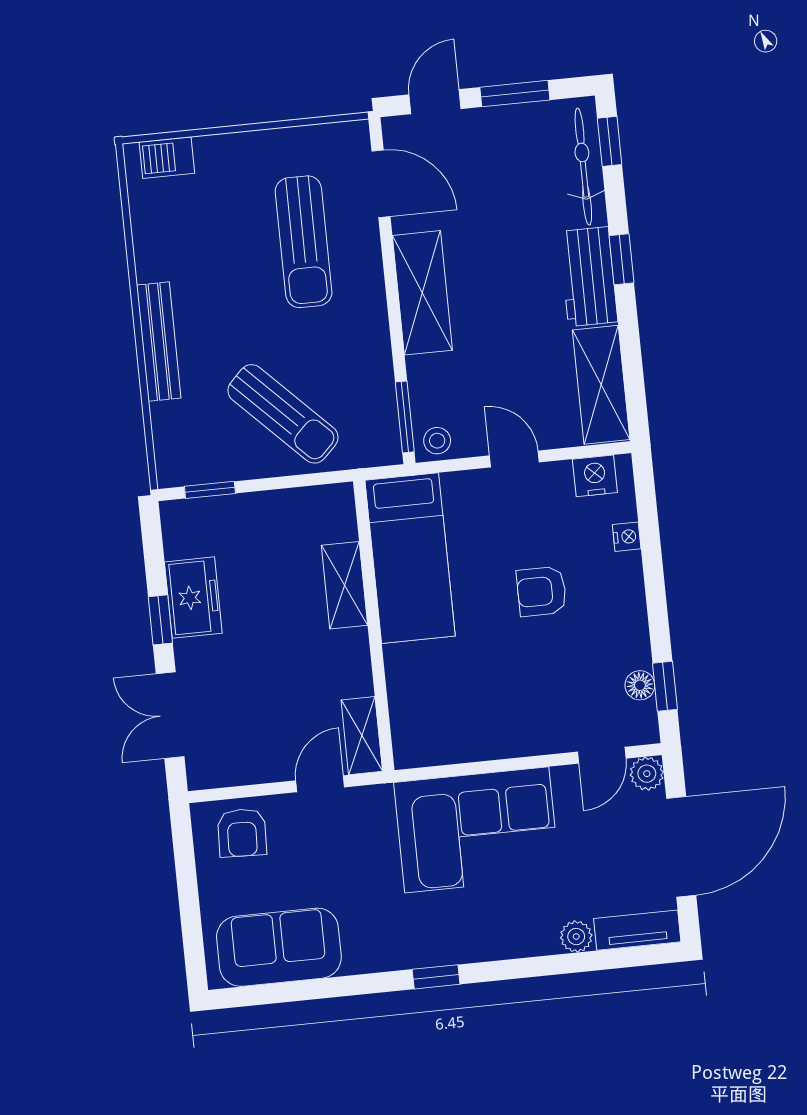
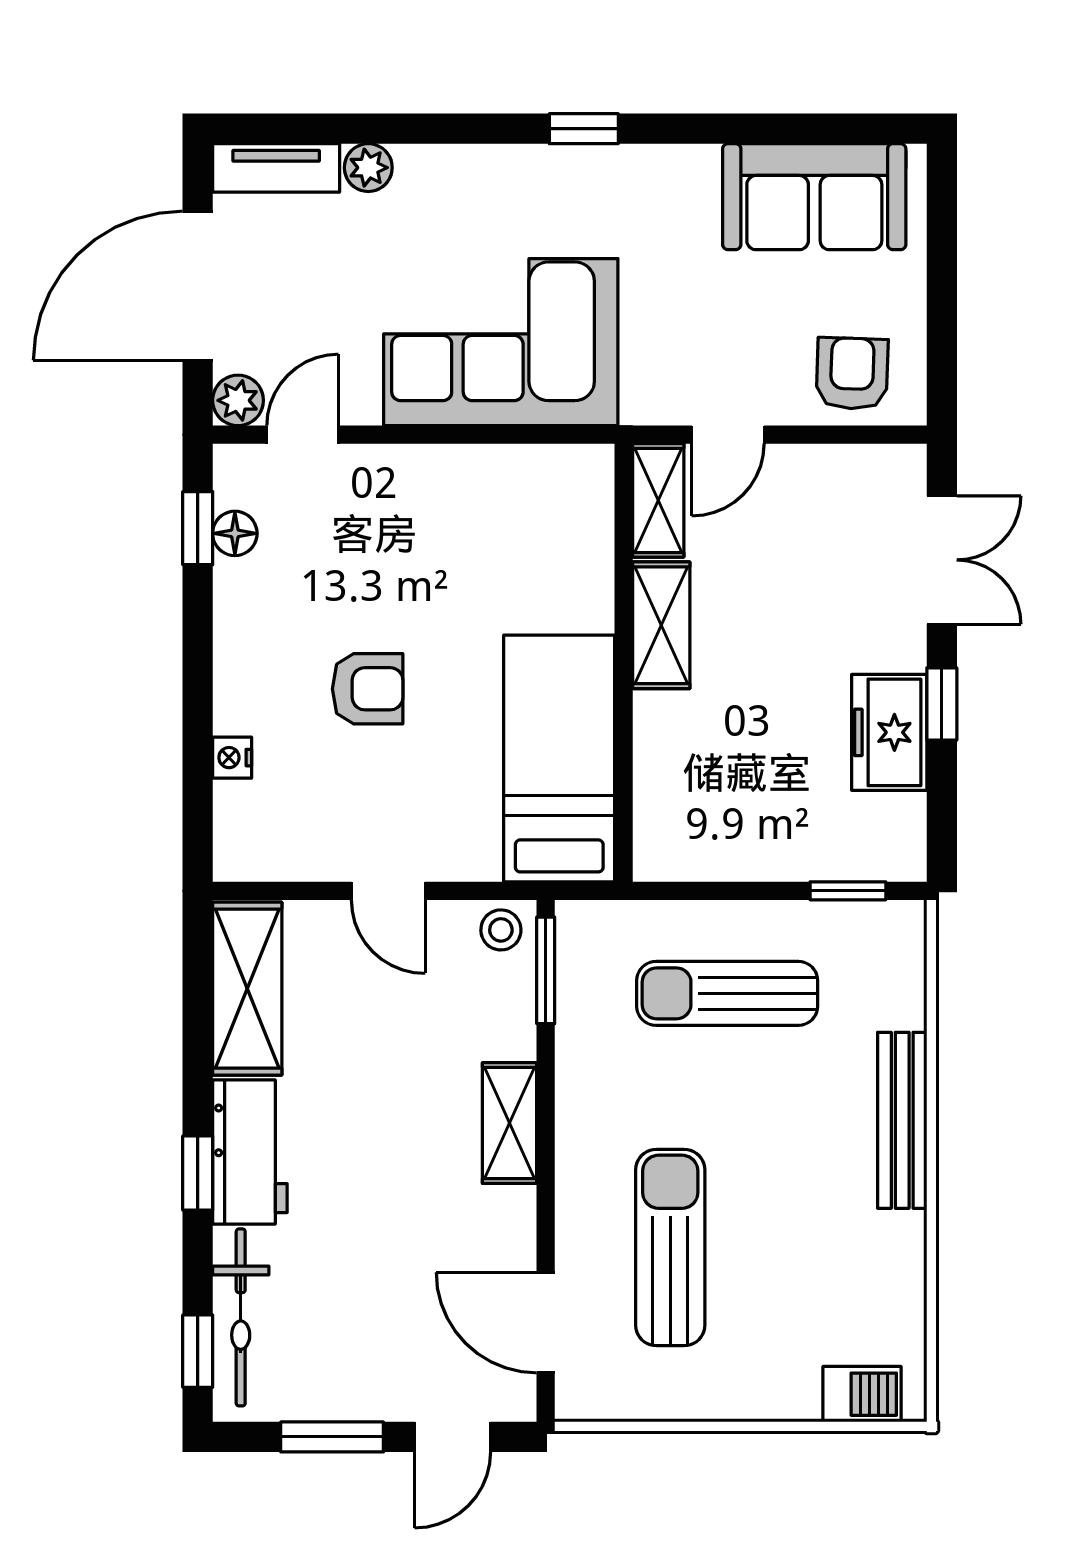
shelving: (422, 293) -> (510, 1123), width x0.67, depth x0.75
sun lounger: (283, 414) -> (727, 993), turned -45
nightstand: (595, 476) -> (270, 853), removed
shelving: (345, 585) -> (661, 625), moved

